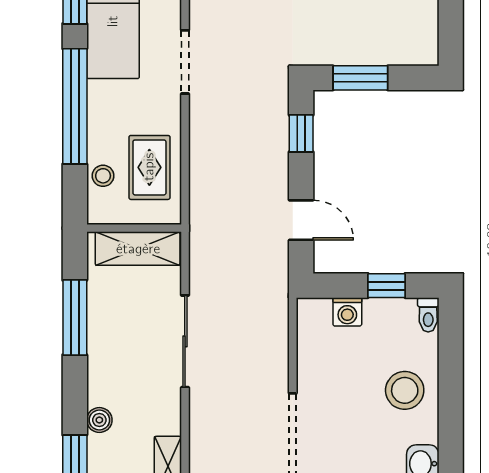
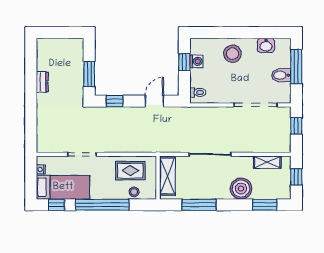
washing machine: (347, 312) -> (196, 61), moved
toilet: (428, 315) -> (198, 92), moved
boiler: (99, 420) -> (241, 189), width x1.86, depth x1.86

